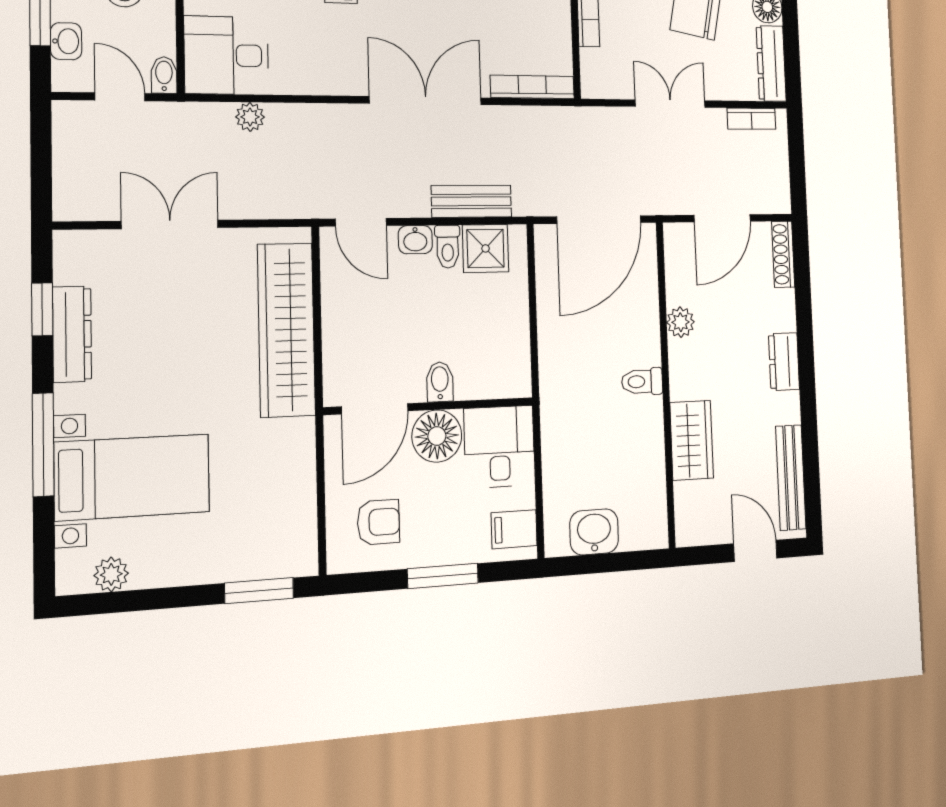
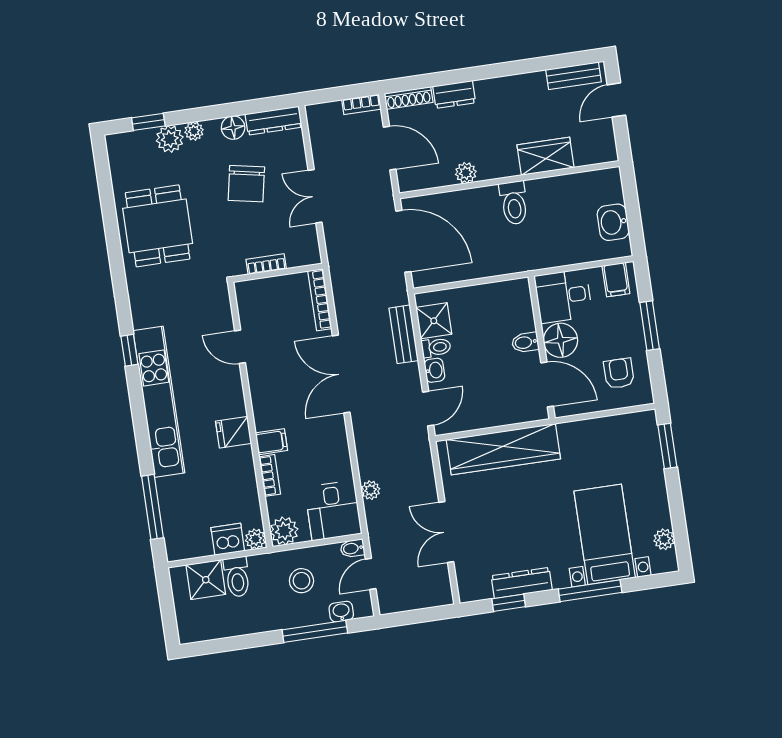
bookcase: (751, 119) -> (361, 104), moved, turned 90
dresser: (784, 362) -> (454, 94), moved
toilet: (642, 382) -> (514, 203), width x1.37, depth x1.39
bench: (791, 478) -> (573, 76), width x0.73

